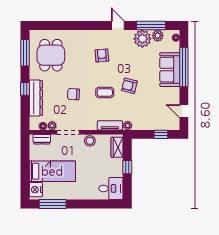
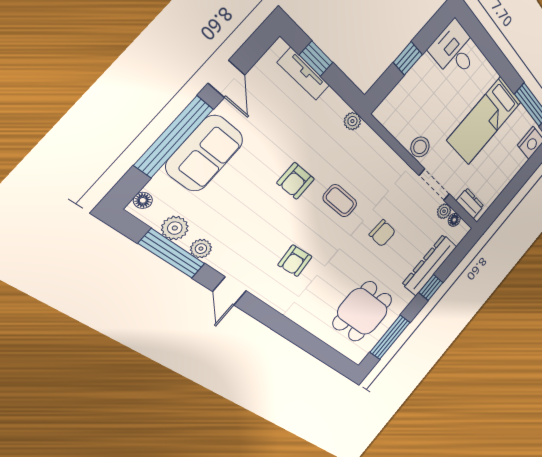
plant: (142, 39) -> (201, 249), width x0.53, depth x0.53
armchair: (129, 86) -> (296, 181), turned 76
door: (184, 111) -> (226, 79), moved
tv unit: (110, 125) -> (304, 74), moved
wardrobe: (117, 147) -> (395, 102), removed
bed: (52, 171) -> (484, 121), moved, turned -90

